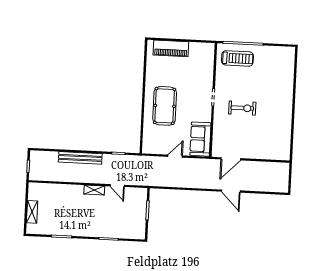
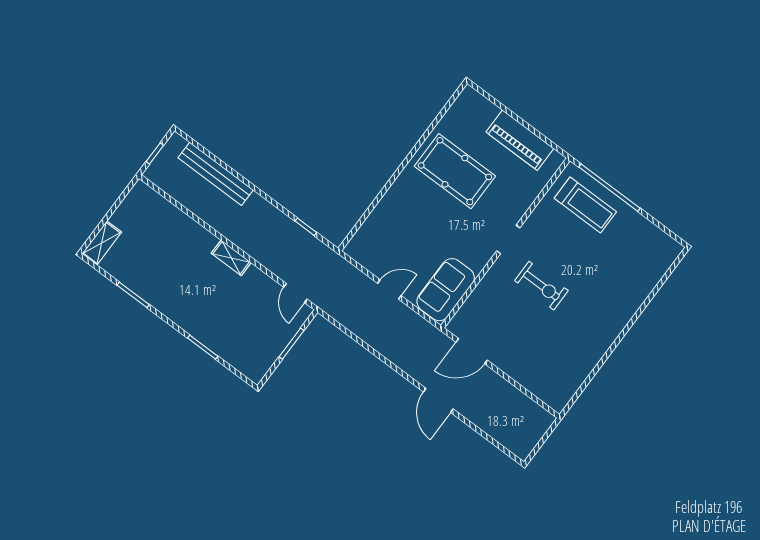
piano: (171, 48) -> (520, 140), moved
pool table: (165, 106) -> (455, 171), moved, turned 90
bench: (80, 158) -> (216, 174), moved
door: (117, 186) -> (295, 293), moved
shelving: (32, 212) -> (102, 243), moved

